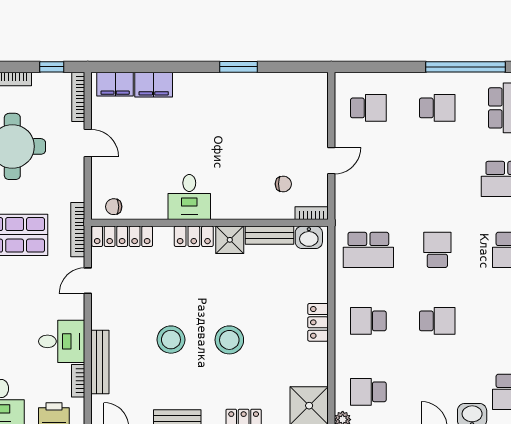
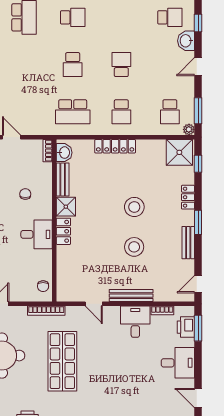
chair: (283, 184) -> (25, 194), moved
bookcase: (78, 230) -> (46, 311), moved
locker: (122, 236) -> (63, 280), removed
school desk: (368, 250) -> (73, 112), turned 90
school desk: (437, 250) -> (73, 65), turned -90
locker: (318, 322) -> (115, 146), width x1.53
bench: (100, 362) -> (131, 296), moved

